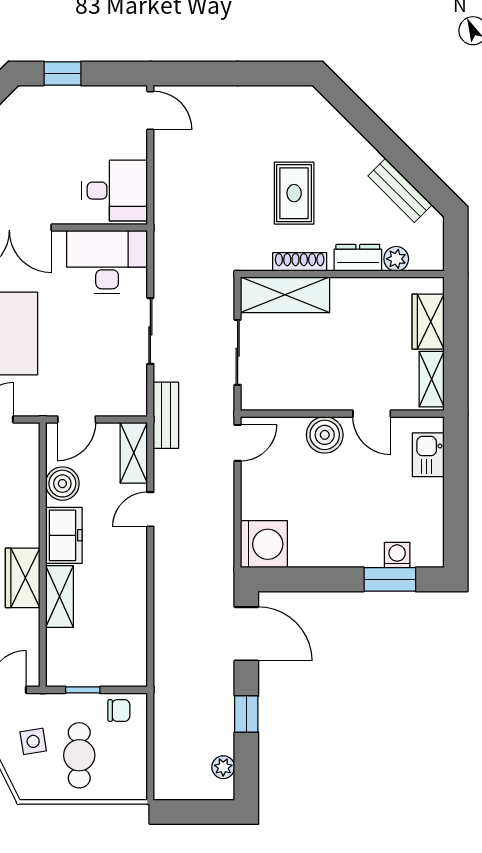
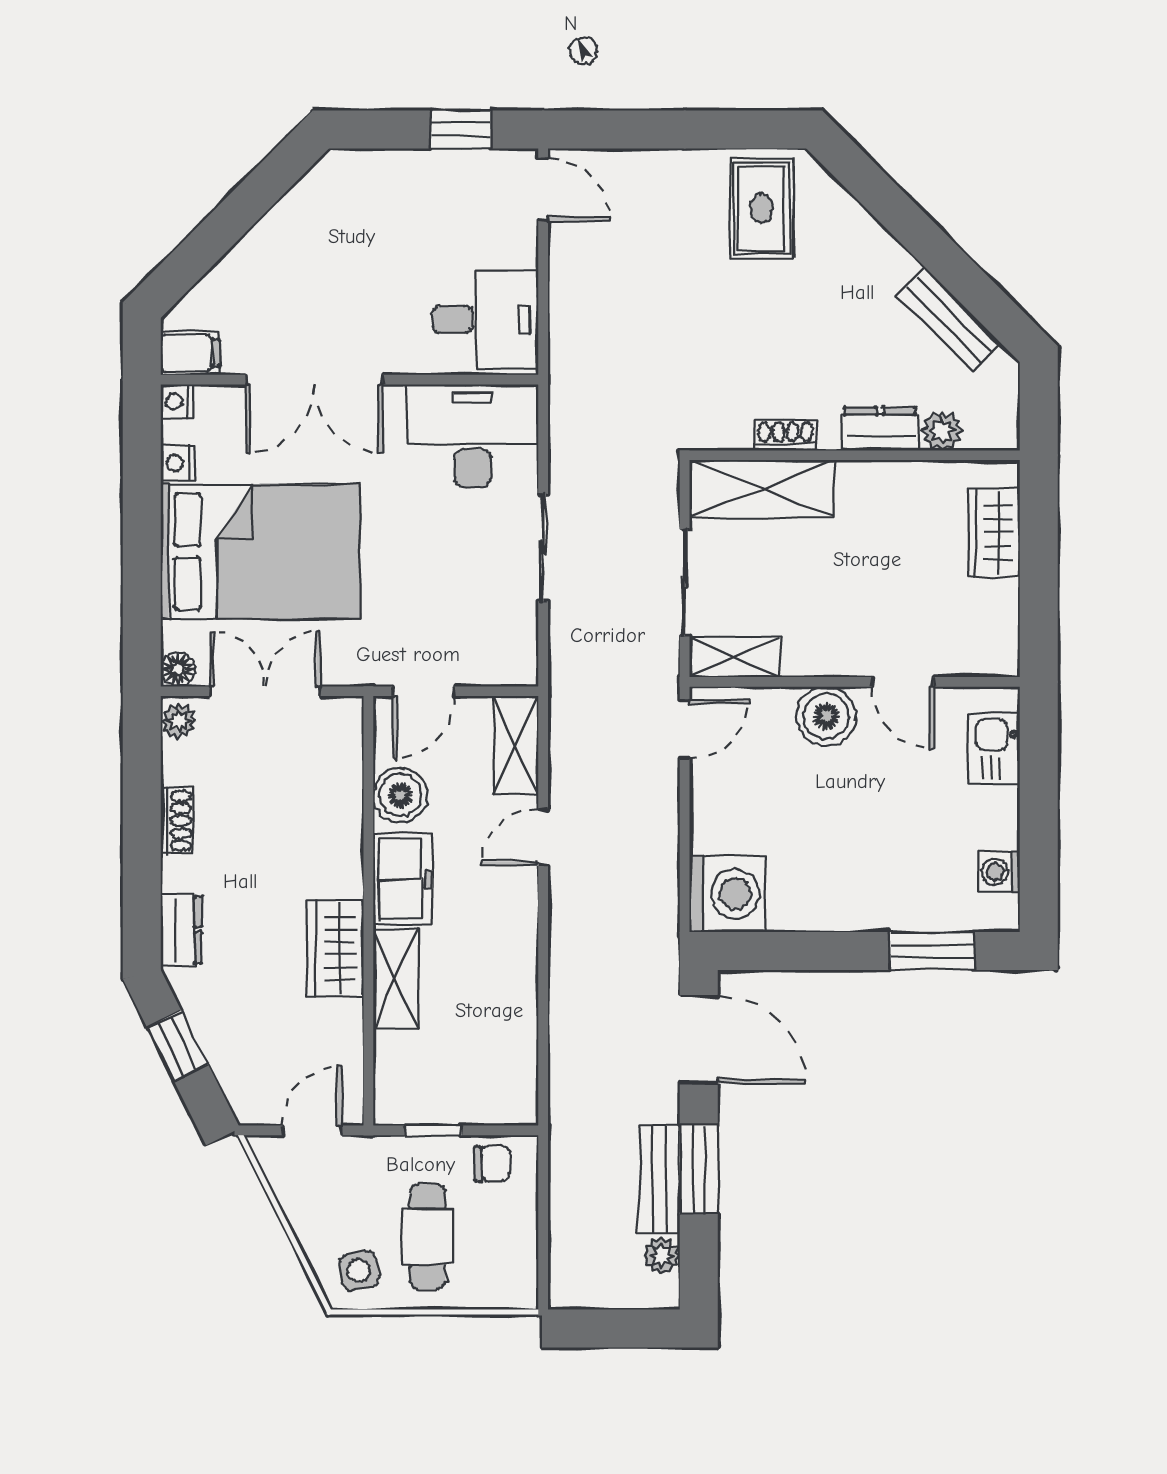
window: (63, 73) -> (461, 130), moved
rug: (294, 193) -> (761, 209), moved
shoe rack: (300, 262) -> (786, 436), width x0.70
shelving: (432, 379) -> (734, 657), moved, turned 90
bench: (166, 415) -> (659, 1180), moved
washing machine: (397, 555) -> (999, 872), moved, turned -90
window: (246, 714) -> (699, 1170), width x1.50
side table: (33, 741) -> (359, 1271), moved

